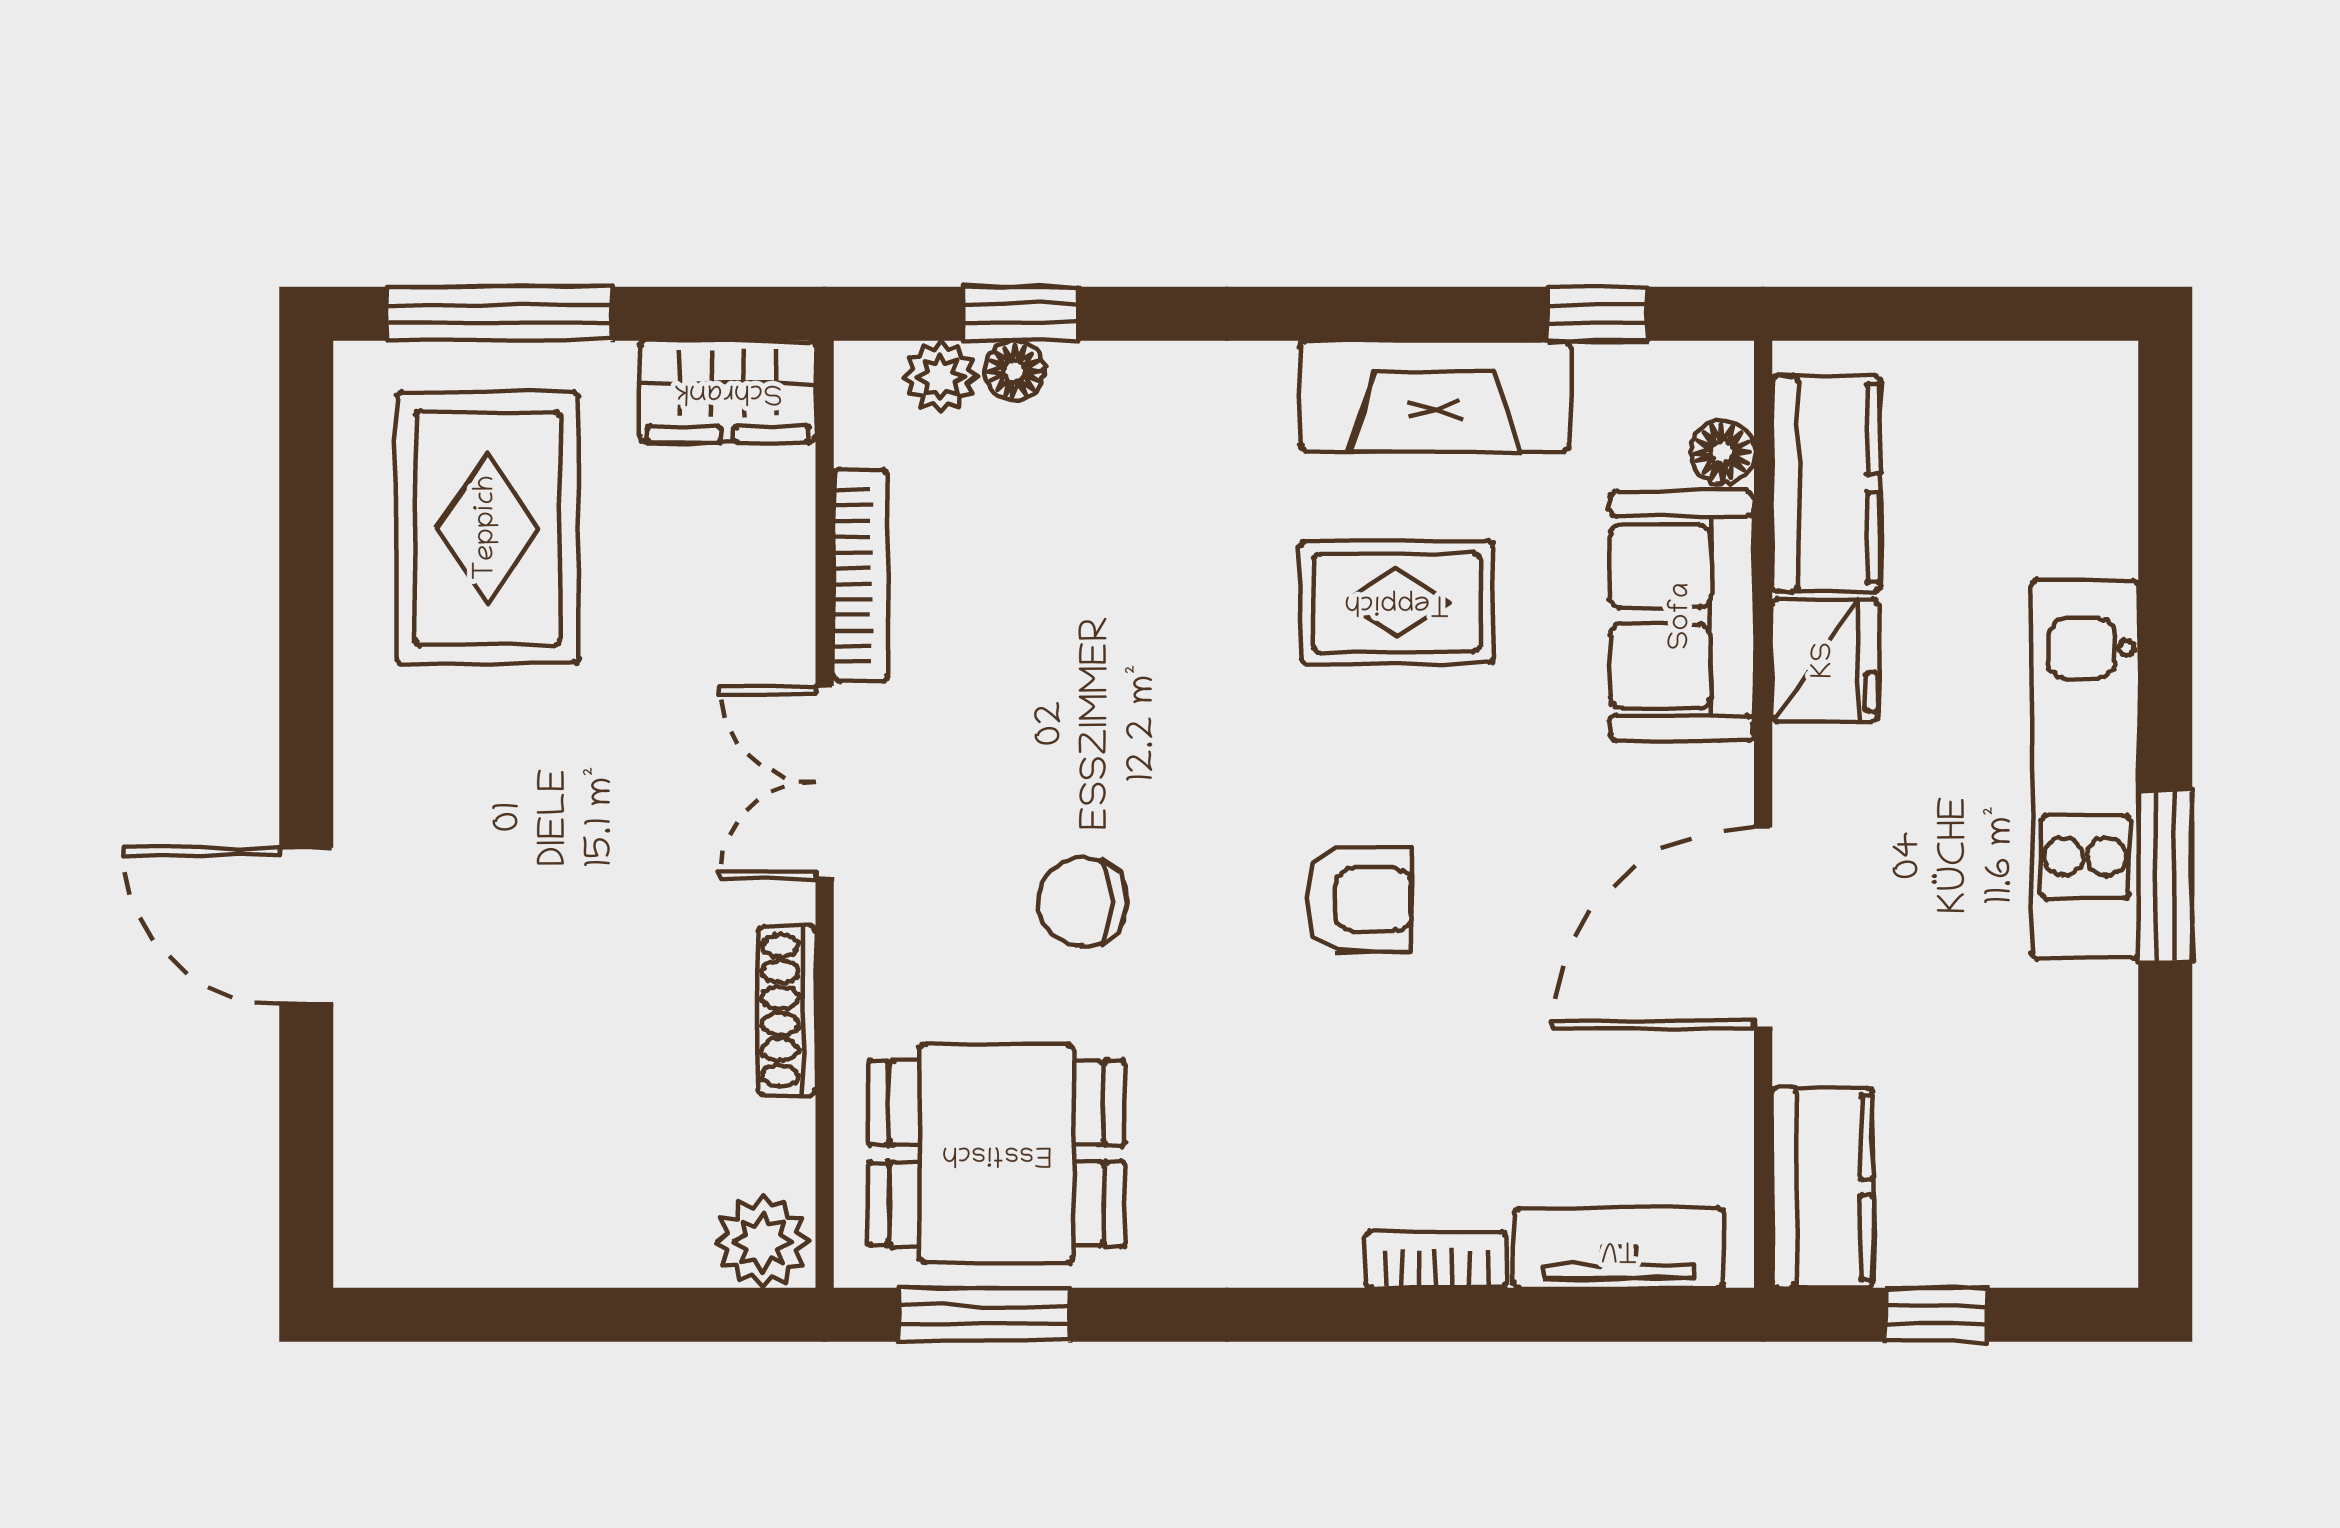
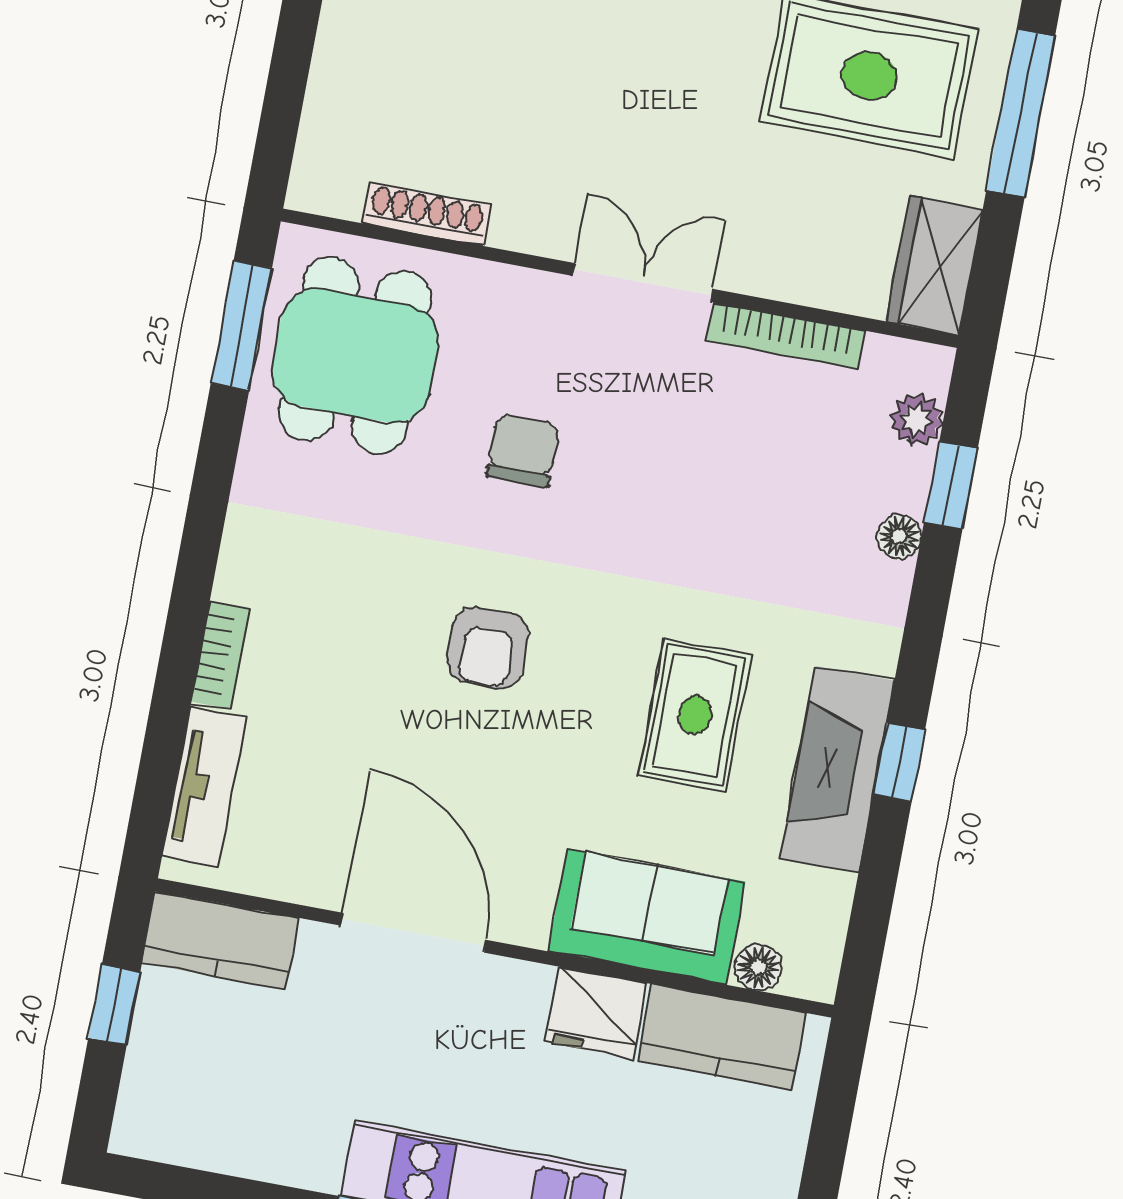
window: (1597, 314) -> (899, 762), moved
floor lamp: (1015, 371) -> (899, 537), moved
shoe rack: (787, 1011) -> (427, 214), moved
plant: (762, 1242) -> (323, 177), removed

